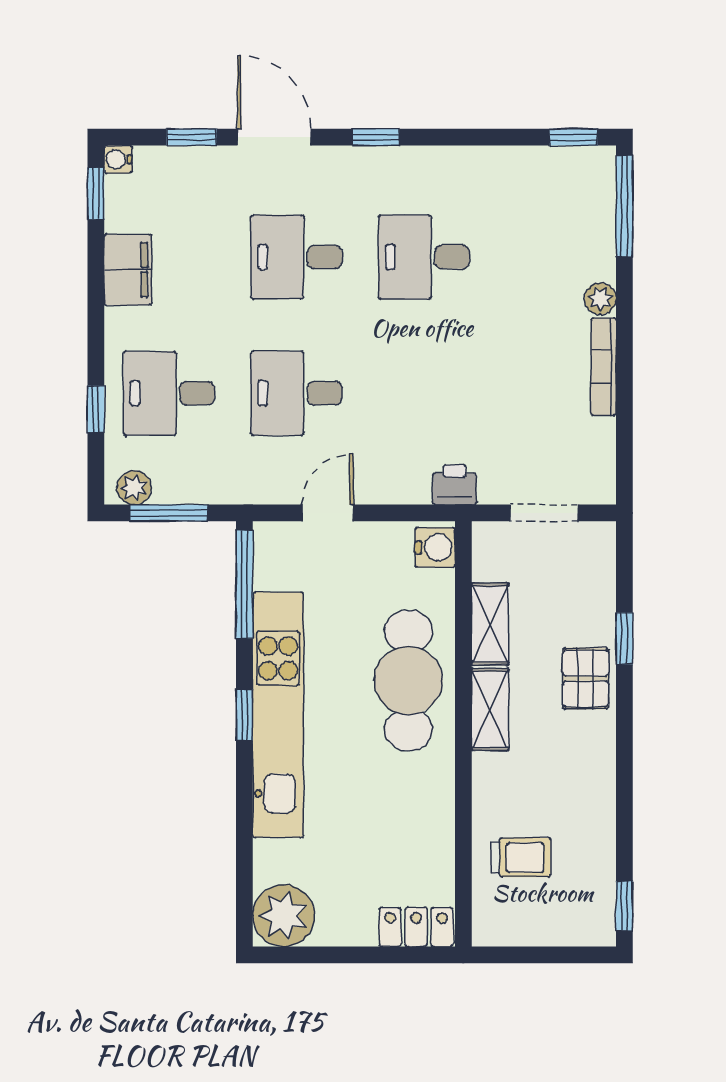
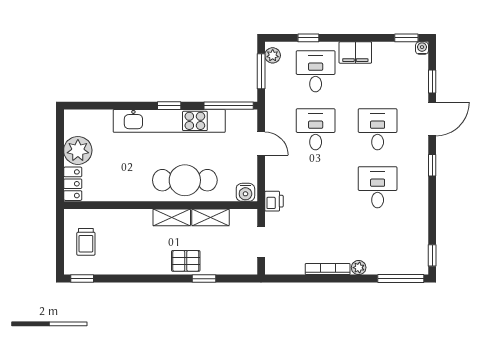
filing cabinet: (128, 270) -> (355, 53), moved
trolley: (521, 857) -> (86, 242), moved
plant: (284, 916) -> (78, 150), moved

